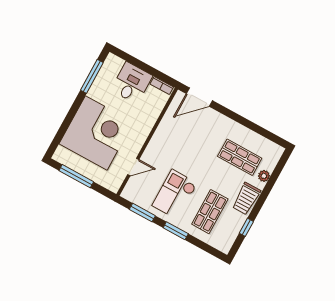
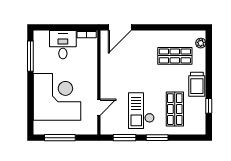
plant: (264, 176) -> (201, 43), moved

